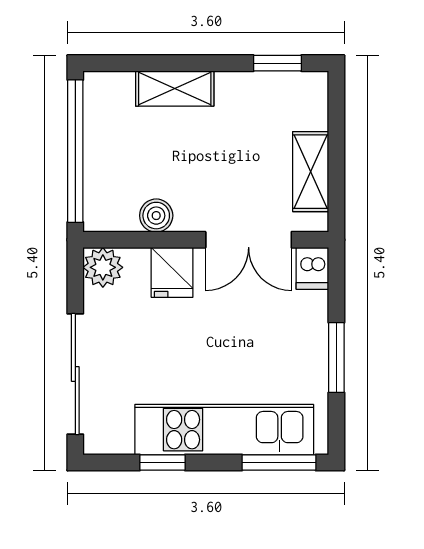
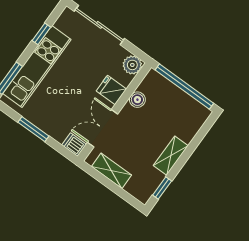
shelving: (175, 88) -> (171, 156), moved

